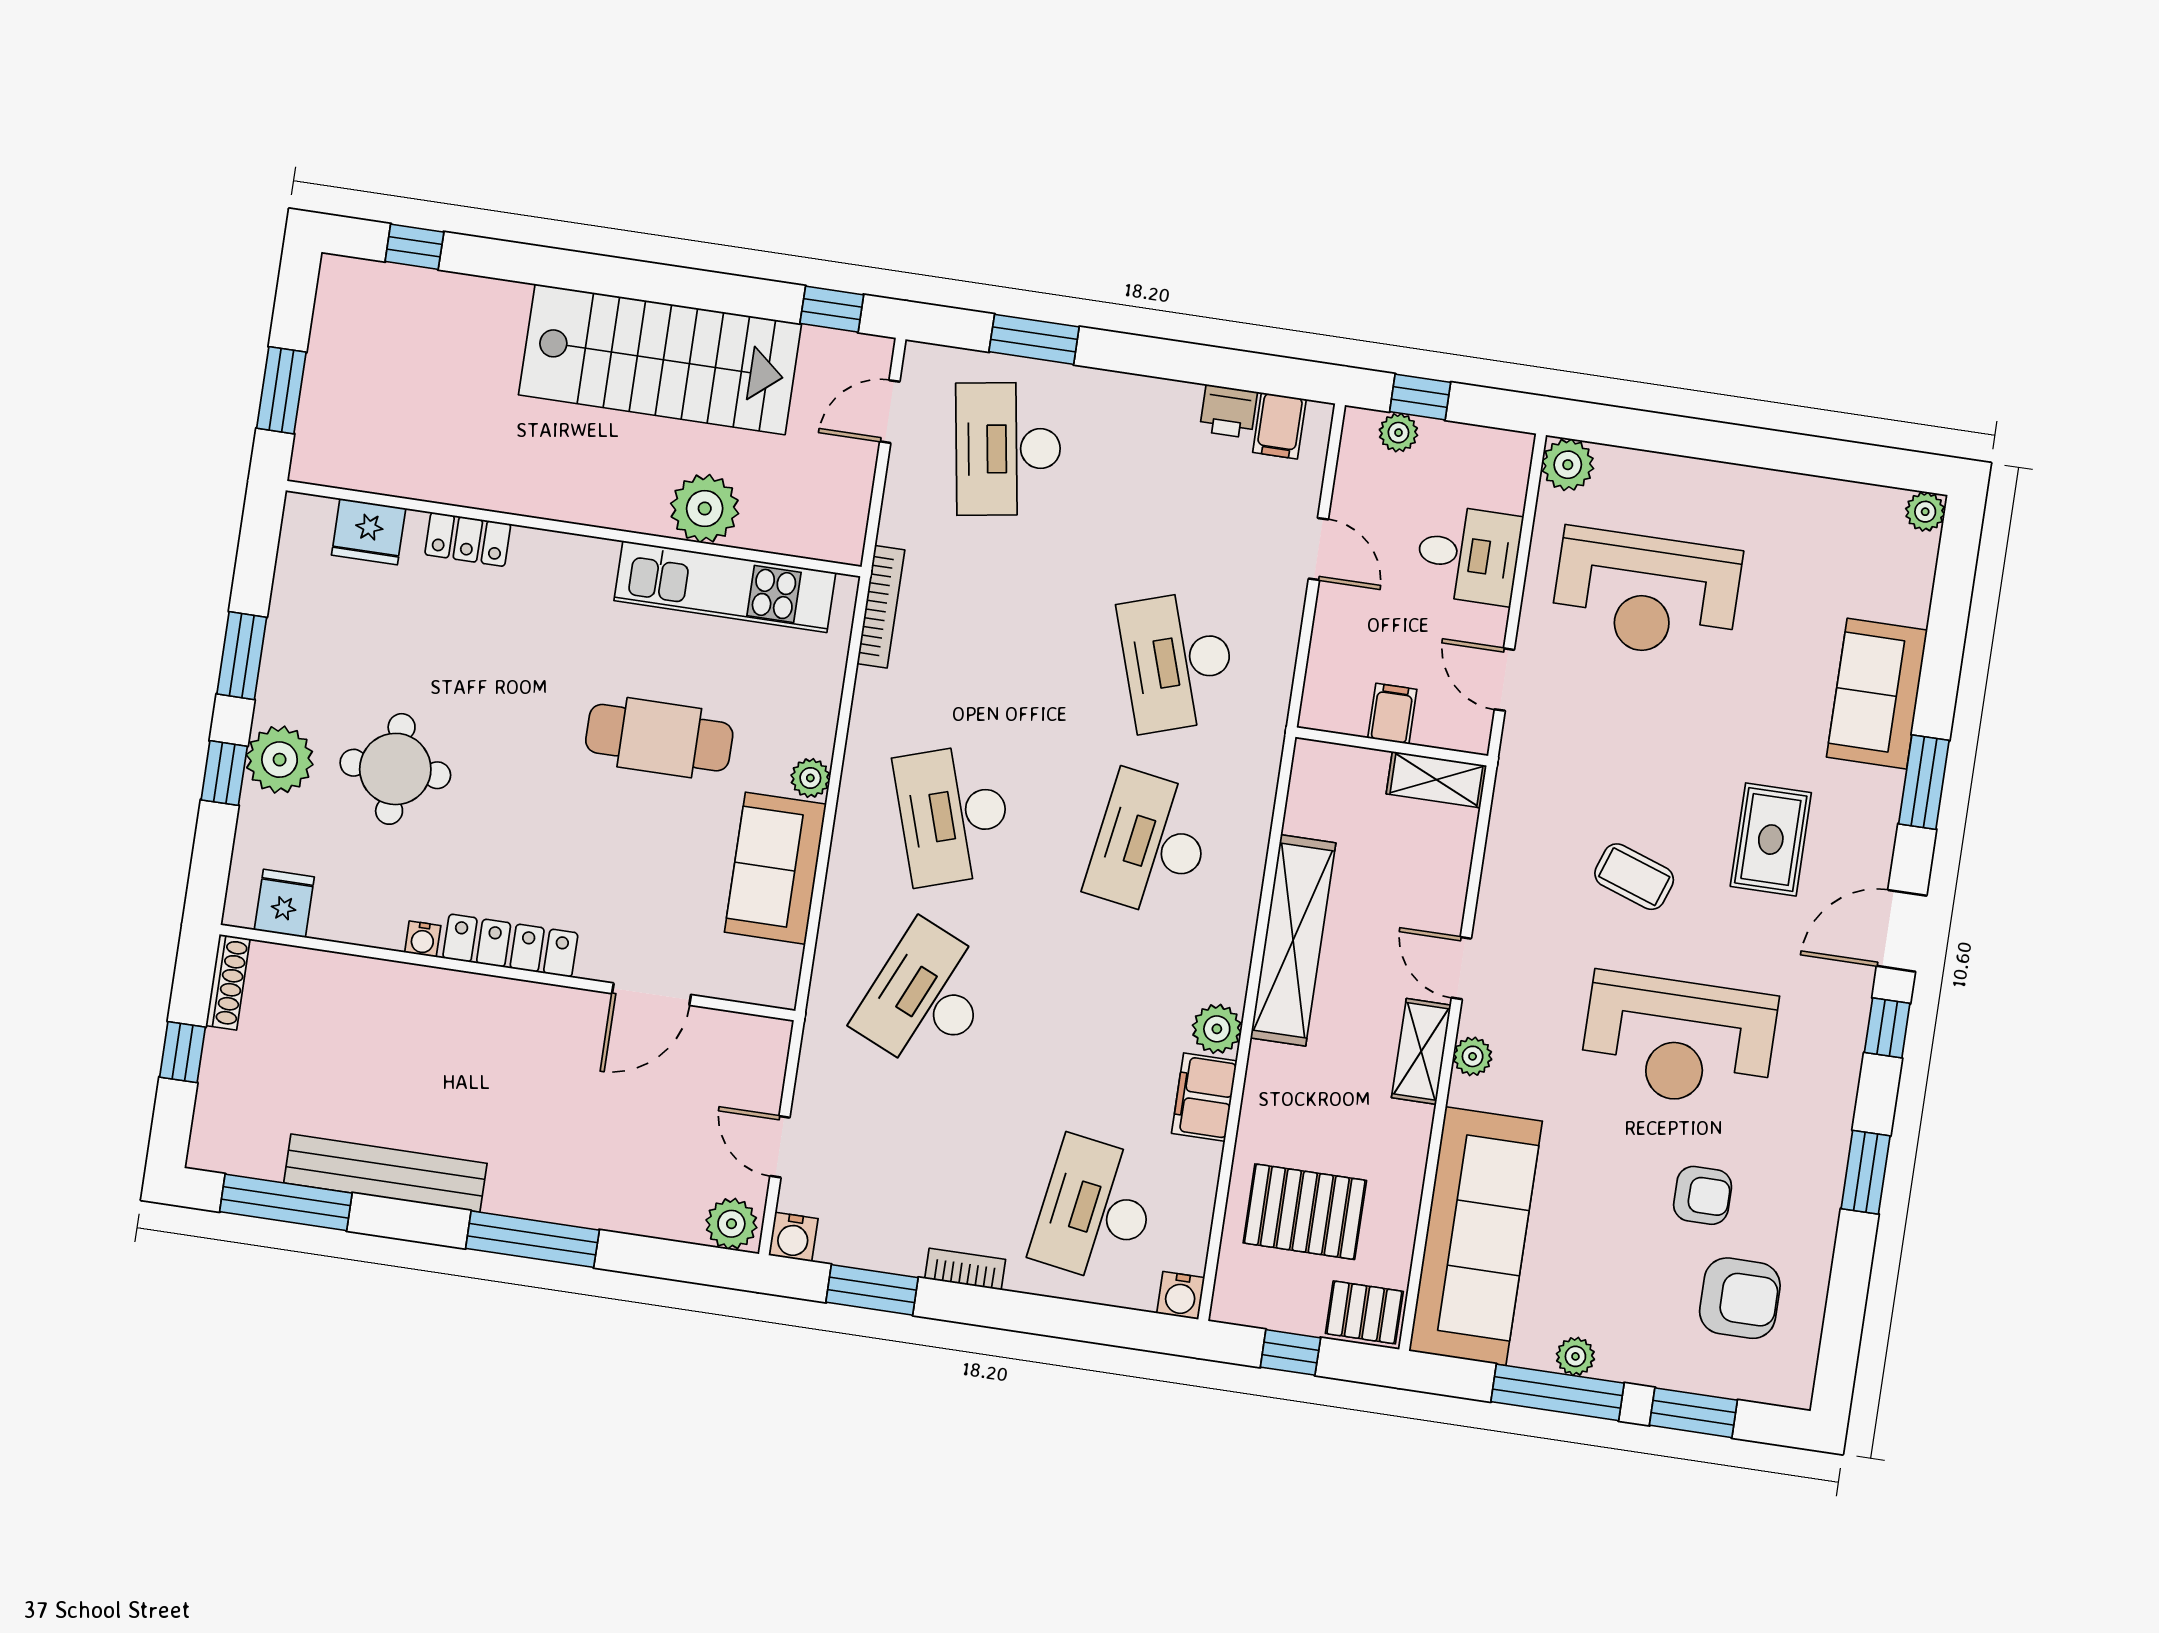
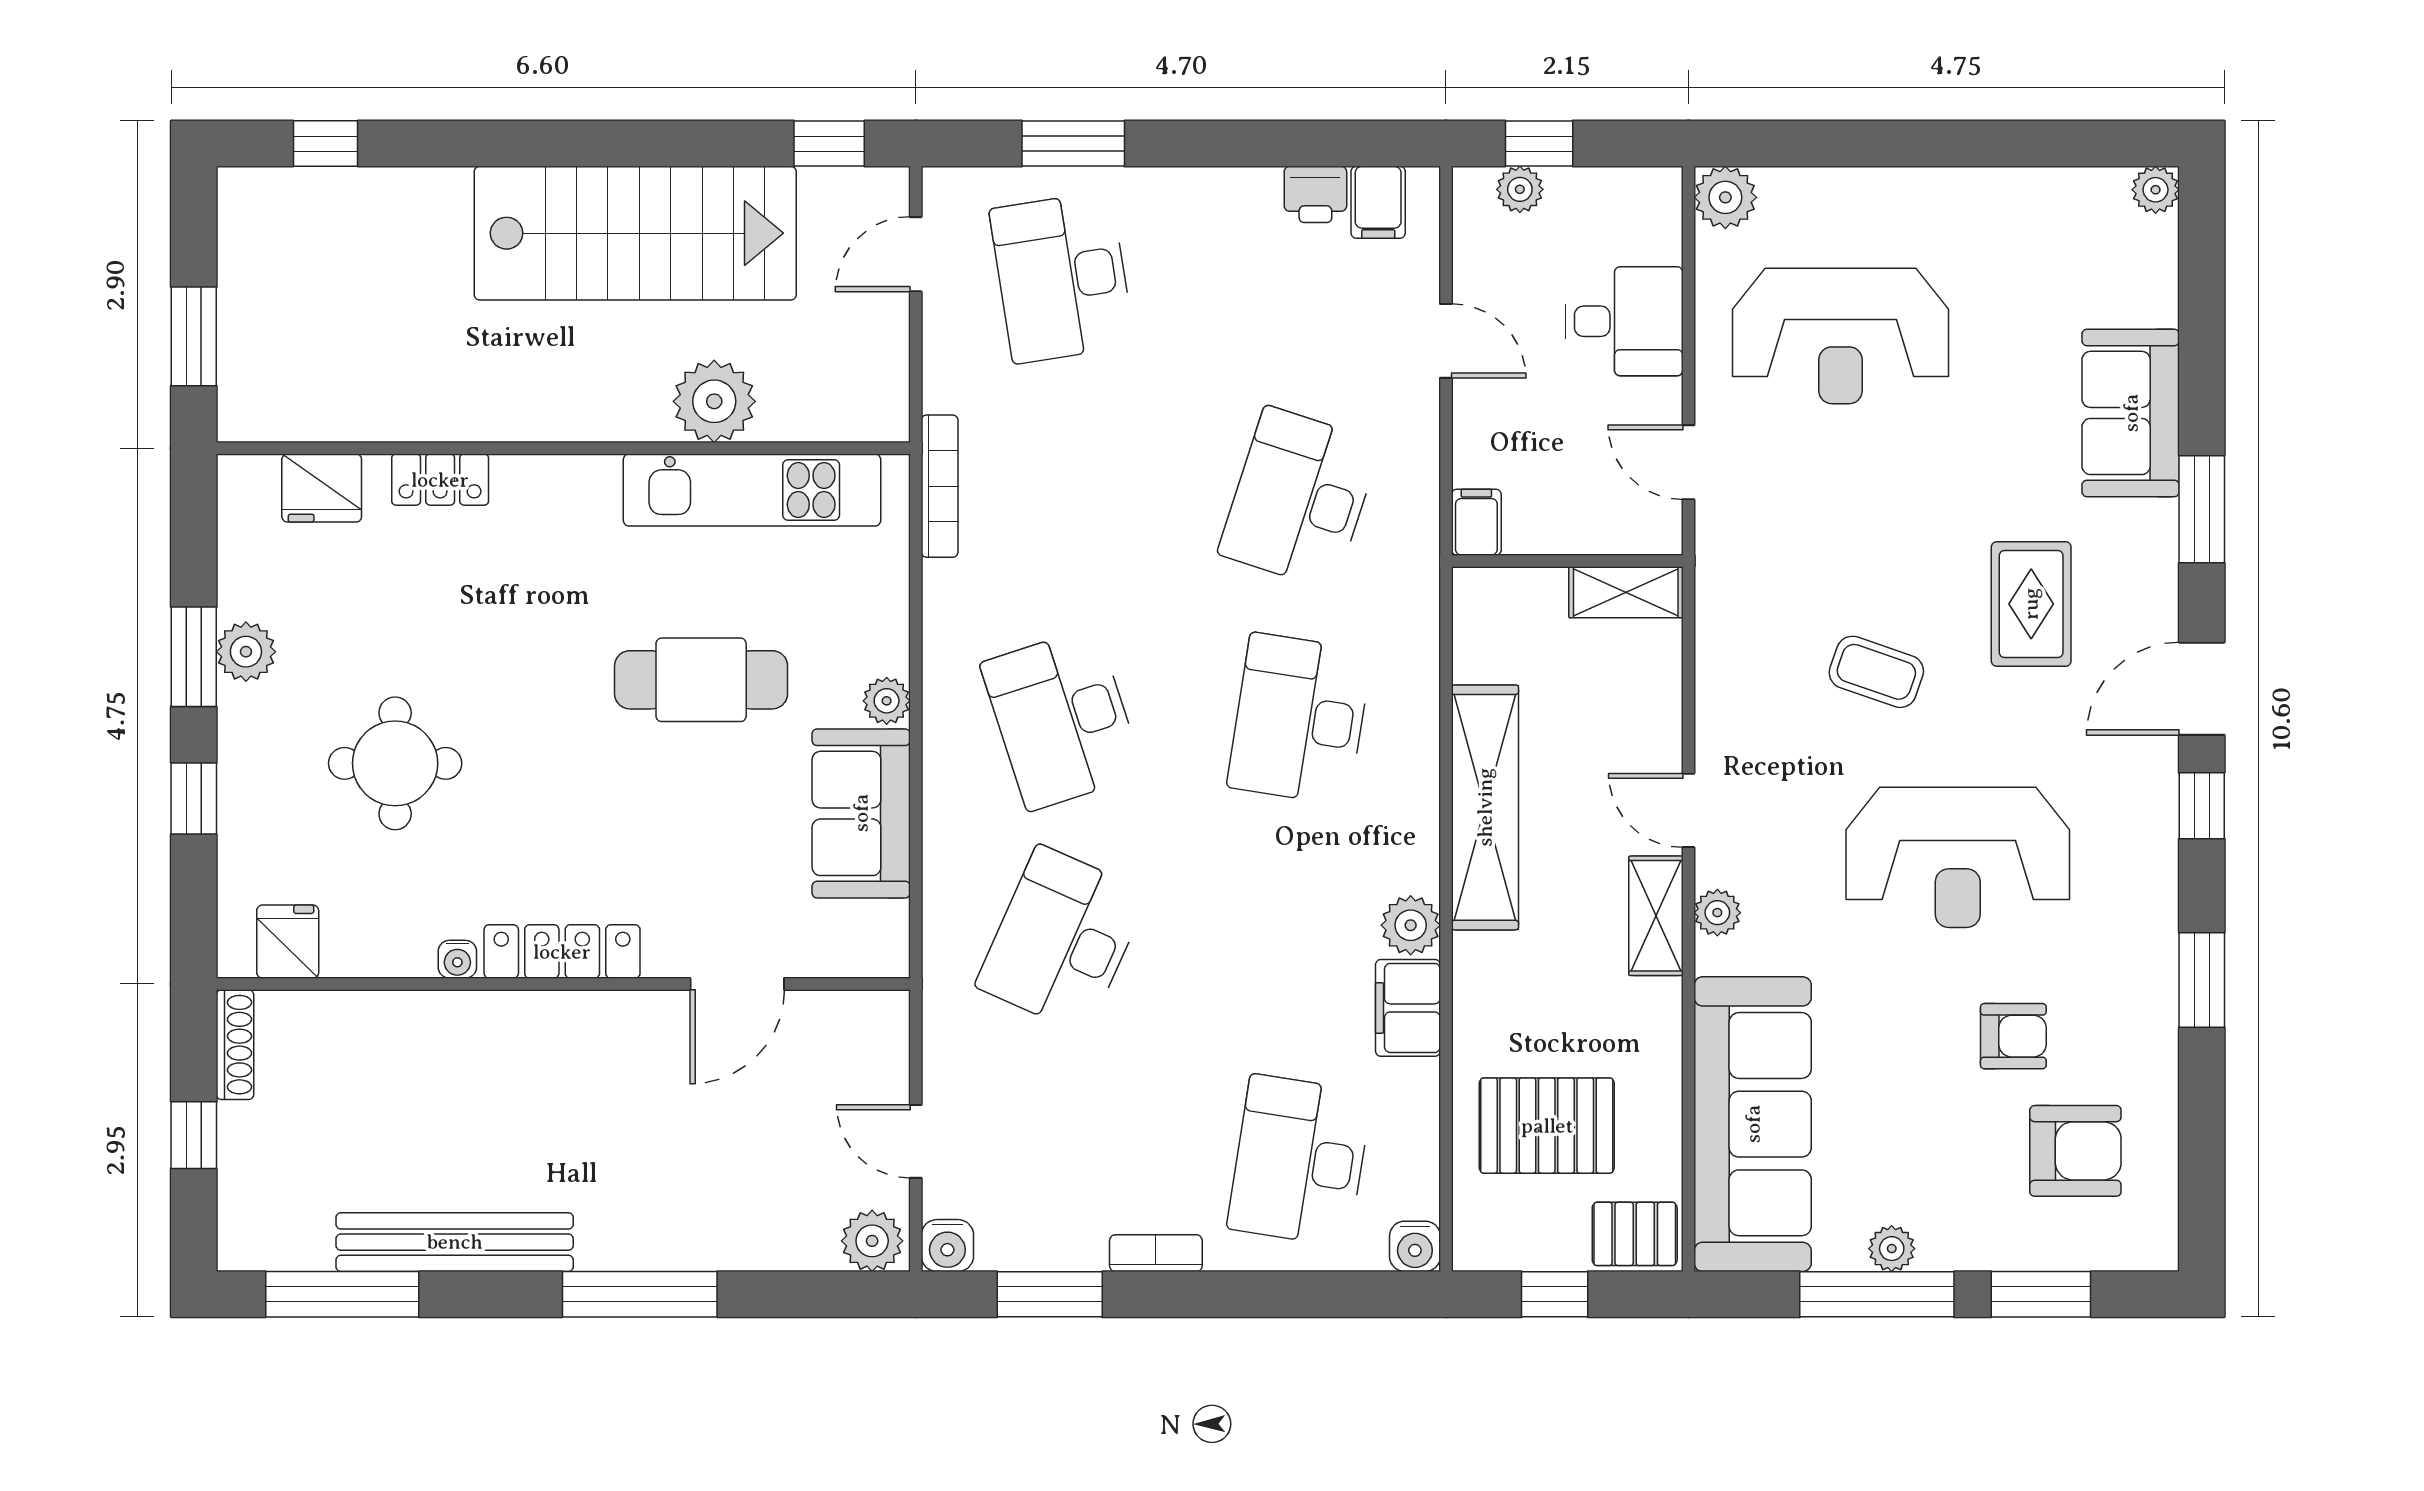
desk: (1178, 661) -> (1300, 498), turned 36
filing cabinet: (1392, 714) -> (1476, 522), moved
plant: (280, 760) -> (246, 652), moved, width x0.73, depth x0.73

